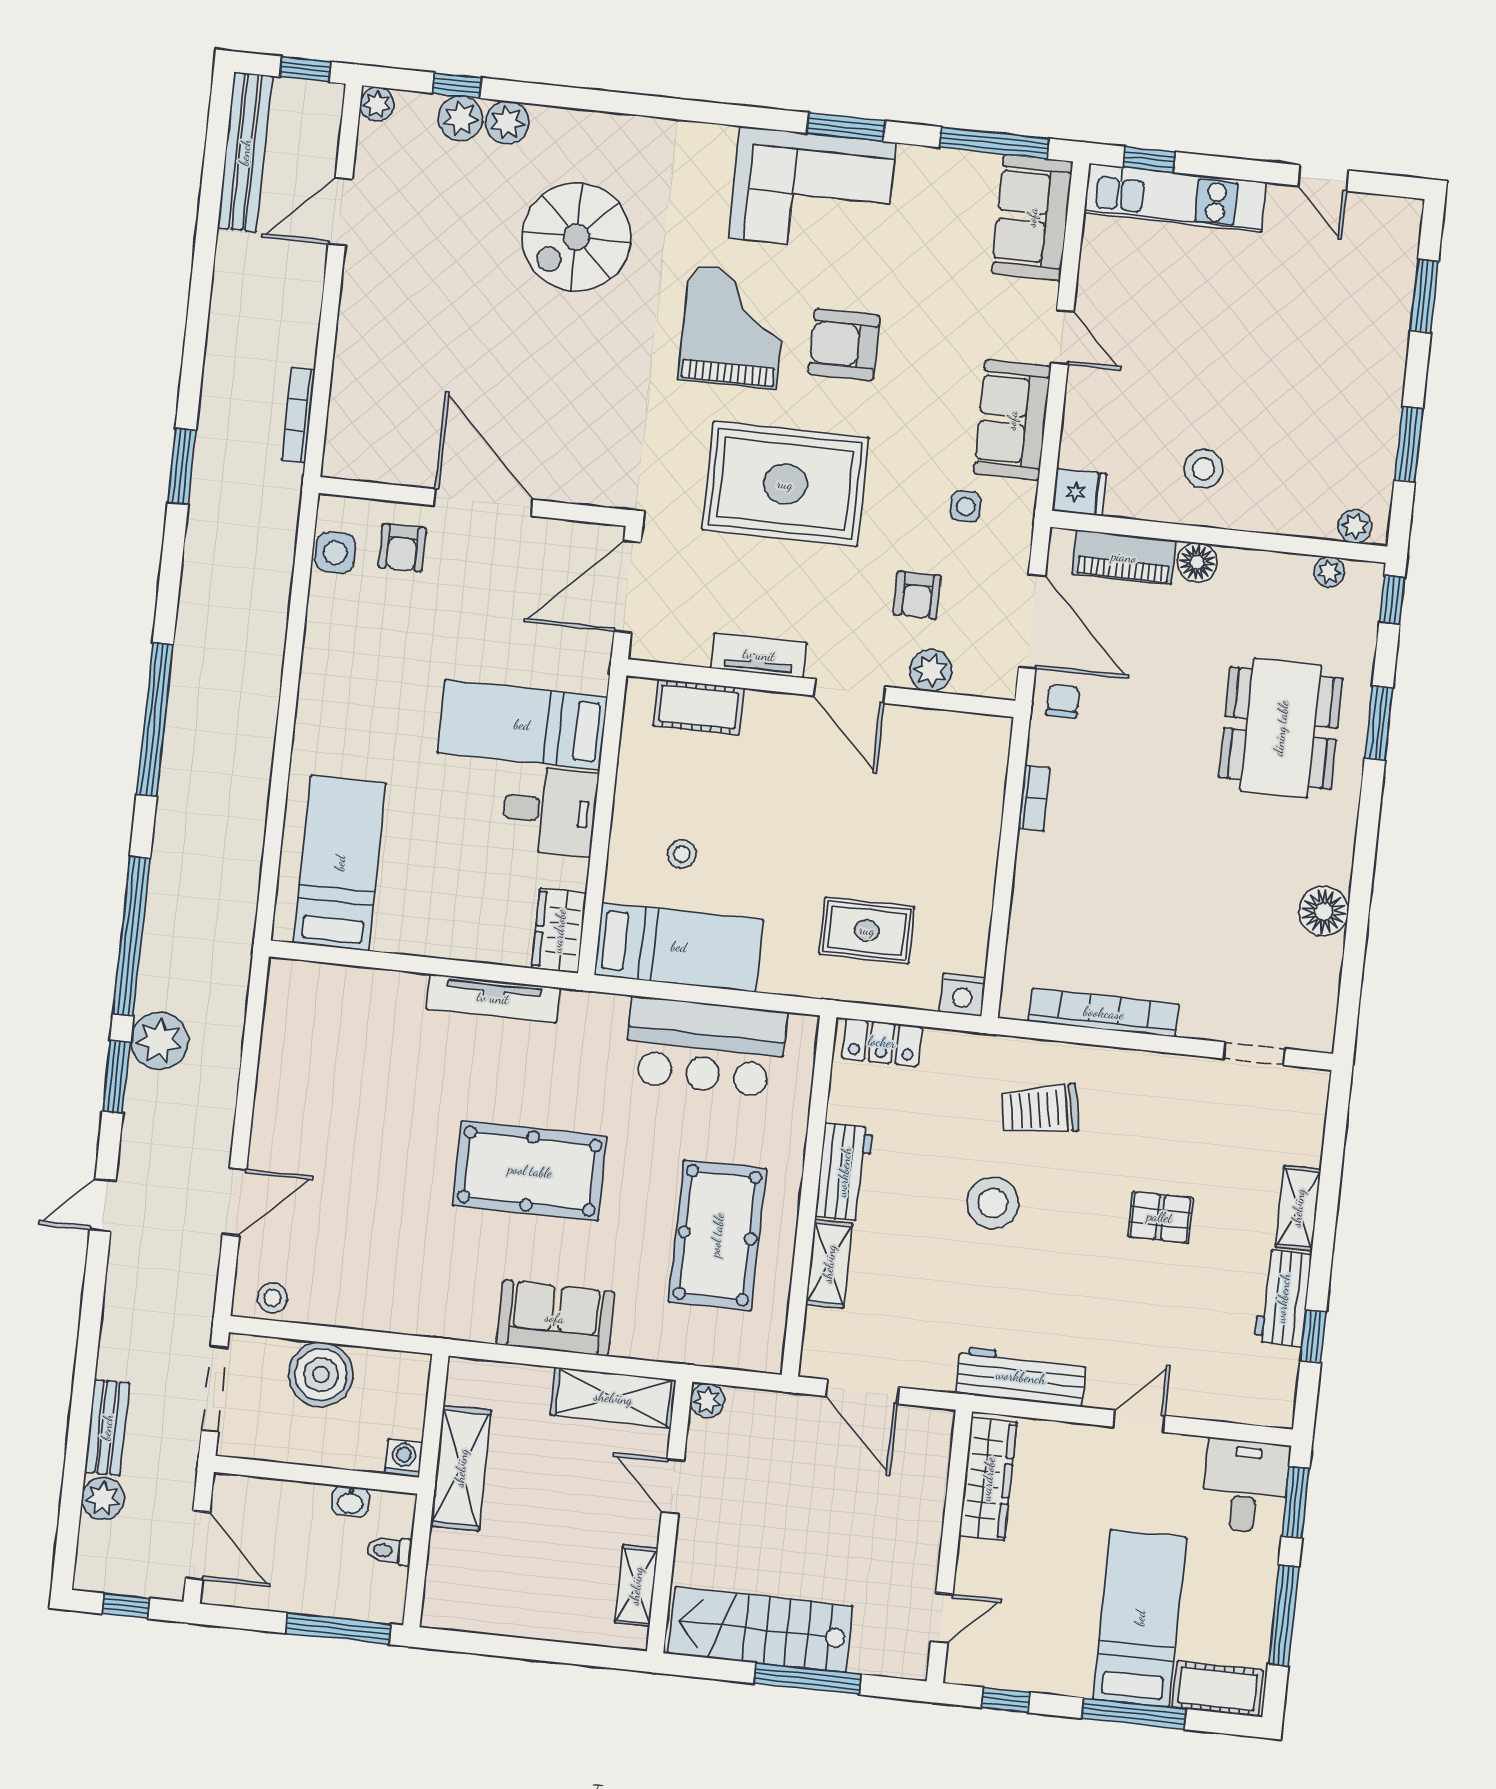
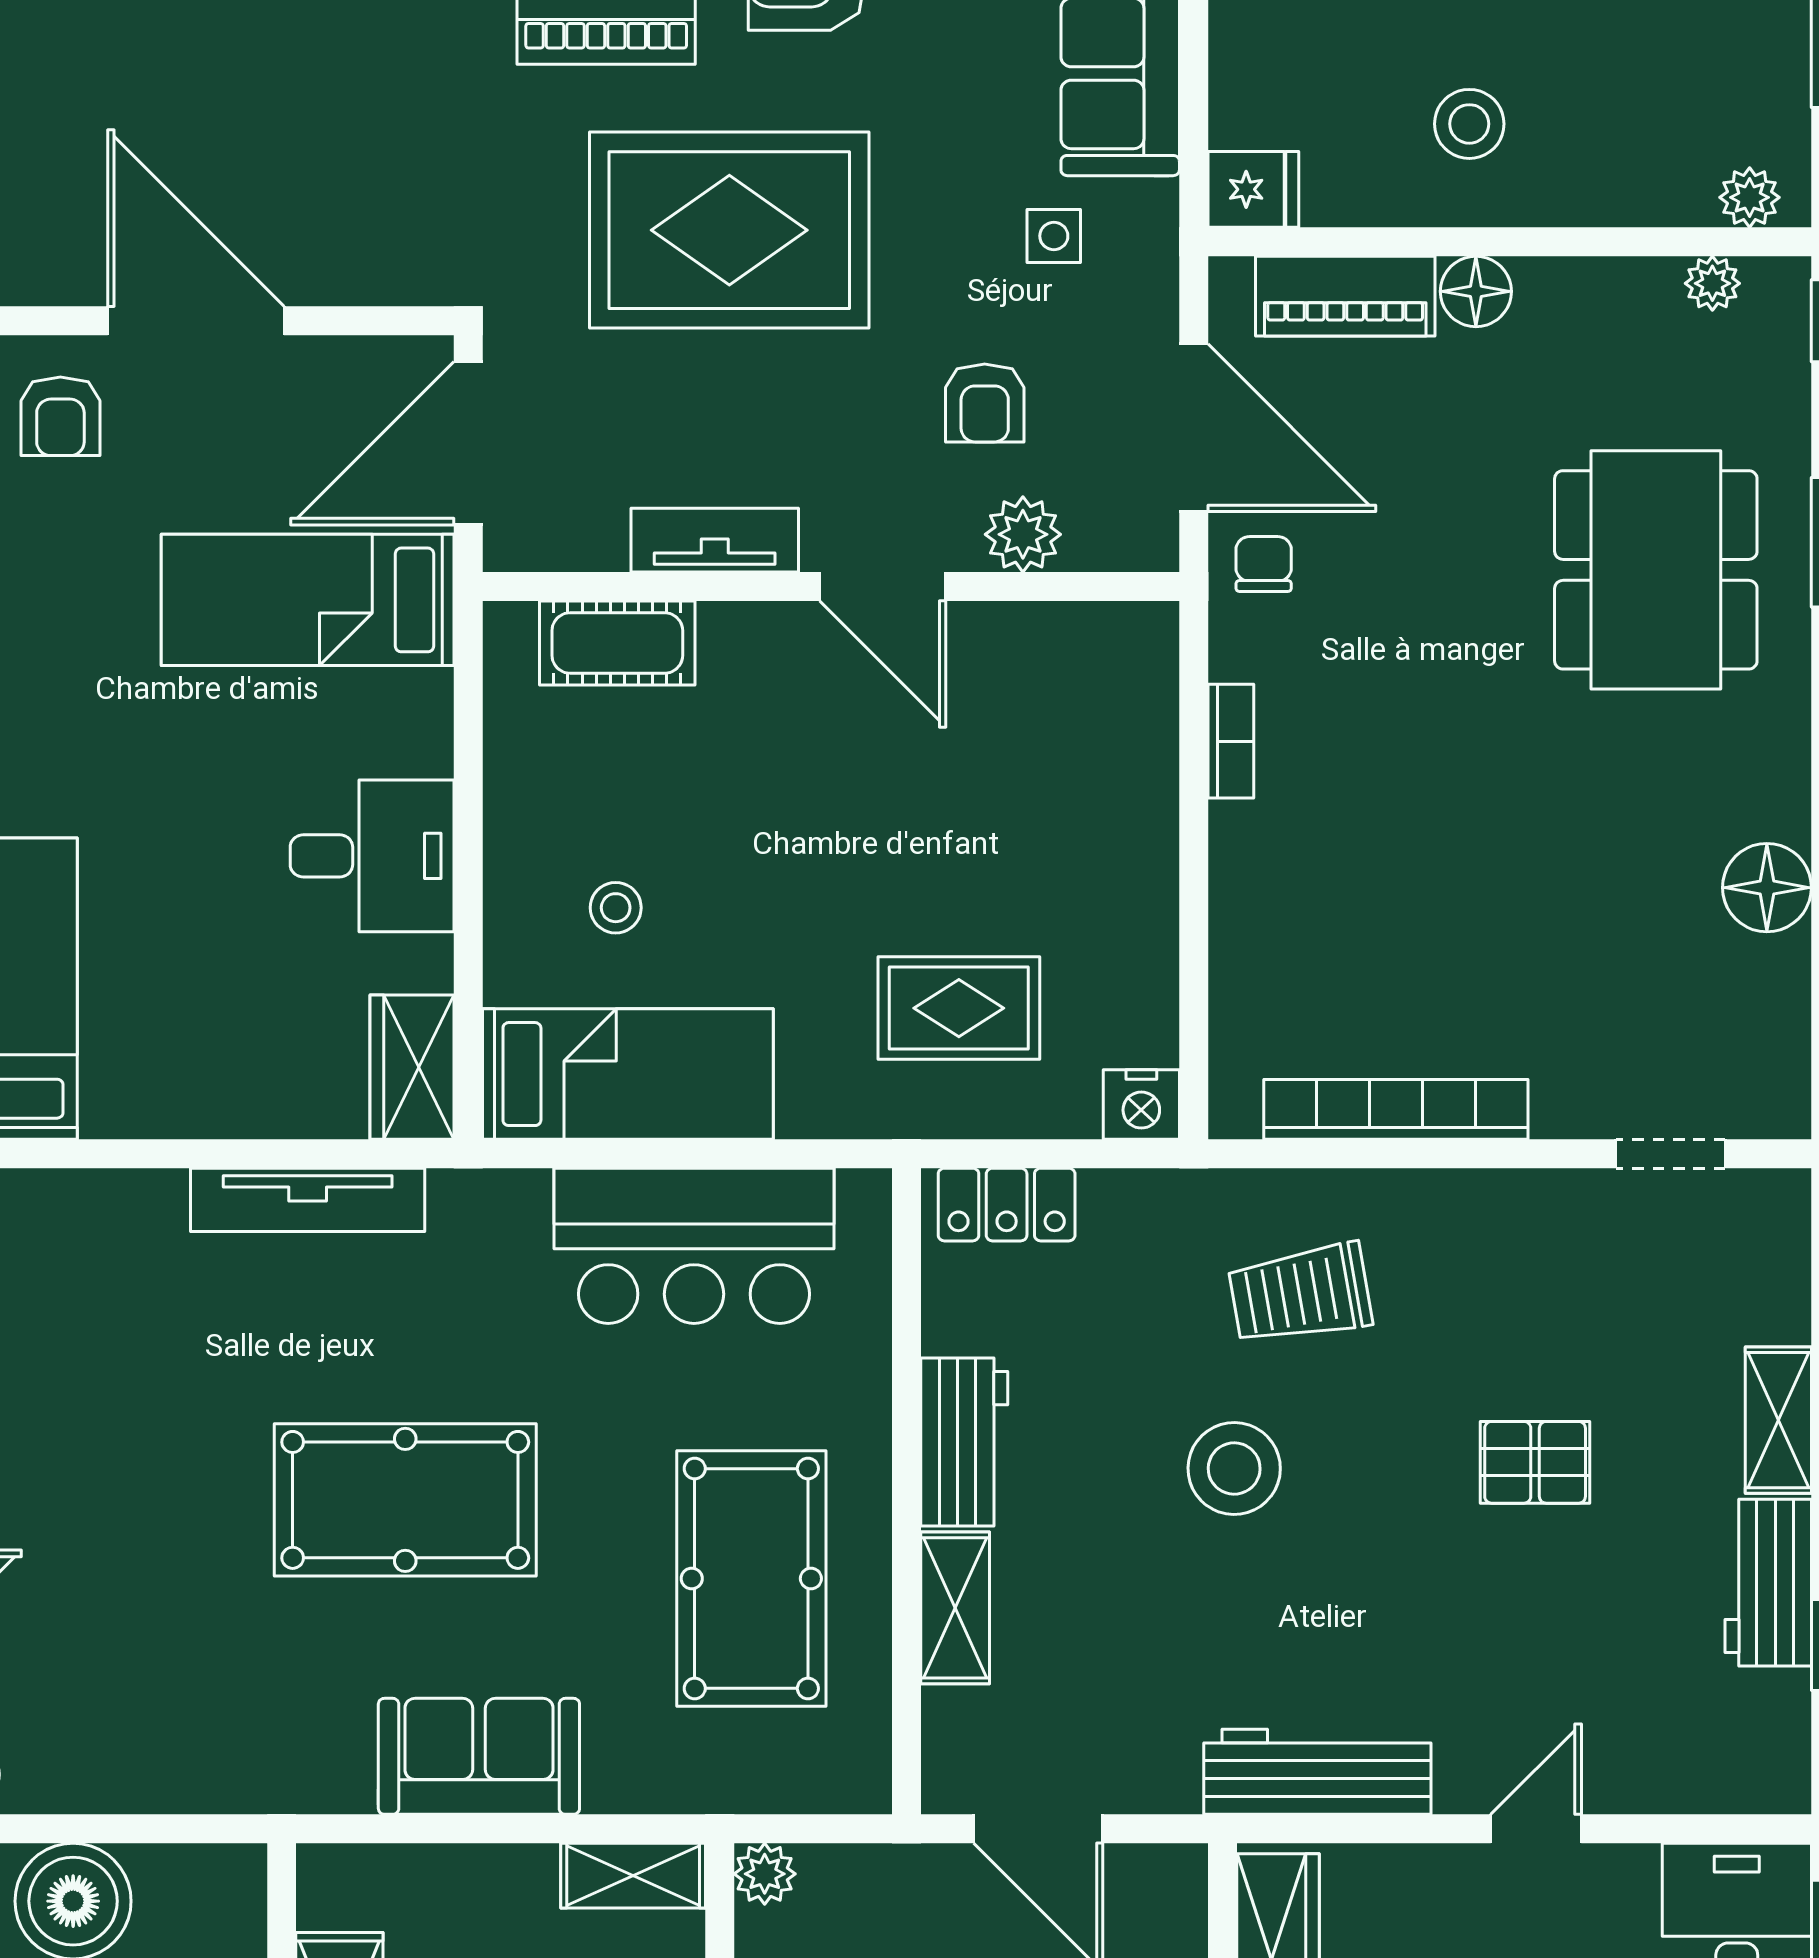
bed: (522, 725) -> (308, 600), moved
shelving: (613, 1398) -> (633, 1876), width x0.67, depth x0.75

